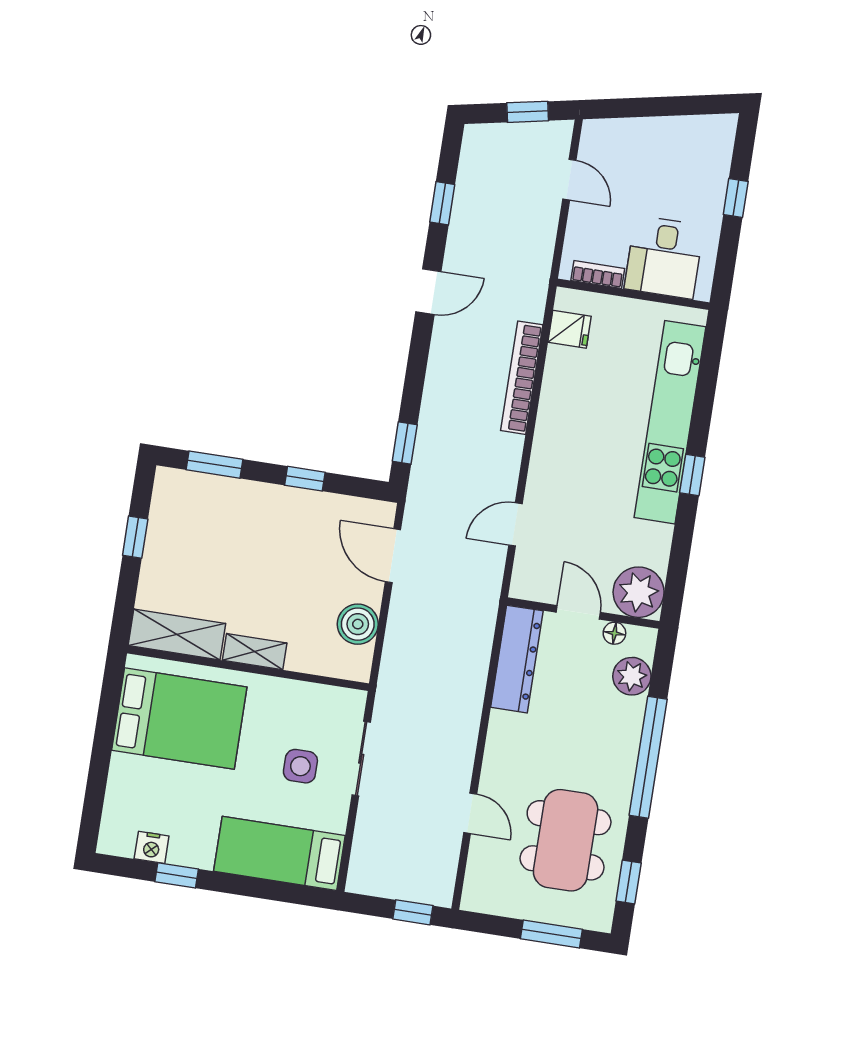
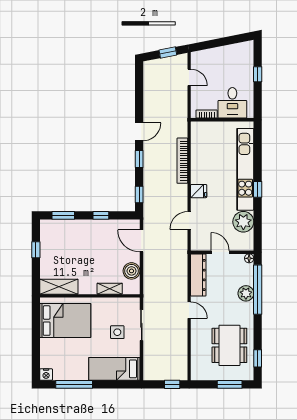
window: (442, 203) -> (139, 159), moved
fridge: (570, 329) -> (199, 191), moved
plant: (639, 592) -> (243, 222), moved
floor lamp: (614, 633) -> (249, 258), moved
shelving: (255, 652) -> (110, 289), moved
plant: (632, 676) -> (246, 293), moved
window: (648, 757) -> (258, 290), moved
door: (470, 813) -> (189, 310), moved
nightstand: (152, 847) -> (46, 375), moved
window: (177, 875) -> (74, 384), width x2.17

